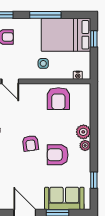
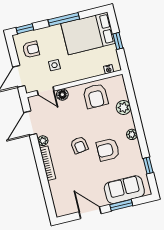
window: (94, 39) -> (118, 41), moved
side table: (43, 63) -> (54, 65), moved
floor lamp: (26, 89) -> (62, 95), added
plant: (83, 132) -> (123, 107), moved

